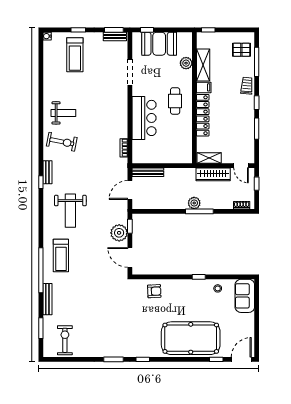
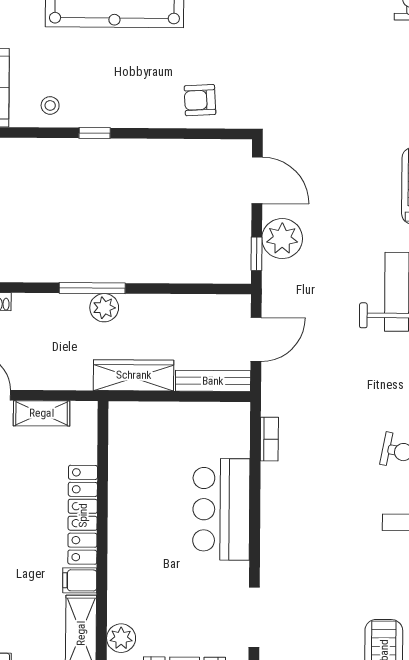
cafe table: (175, 101) -> (148, 549), removed
shelving: (209, 158) -> (42, 413), moved
wardrobe: (213, 174) -> (134, 375), moved

